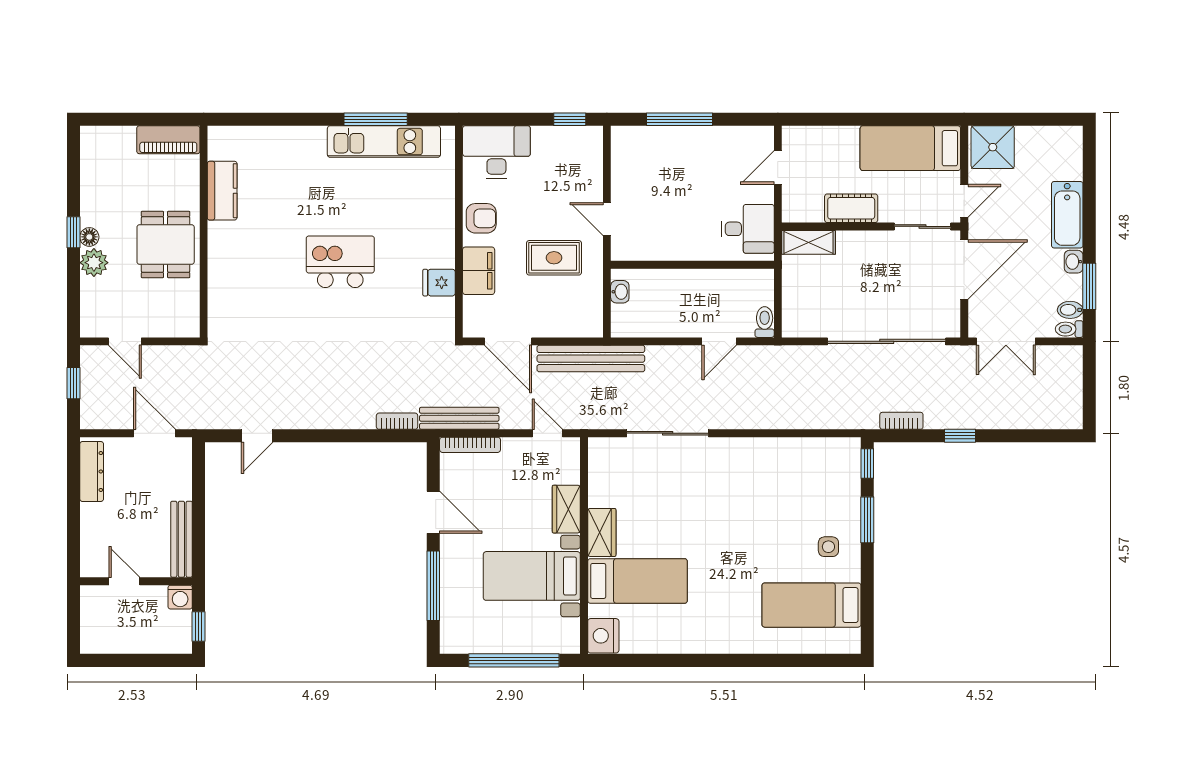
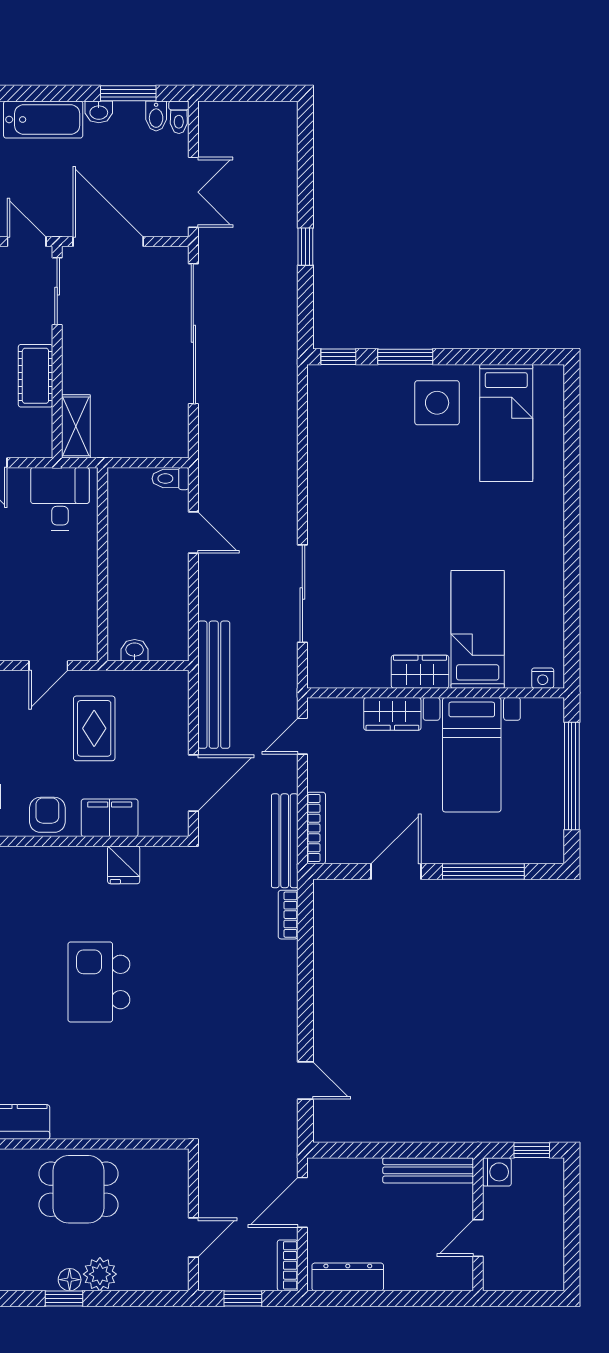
bookcase: (901, 421) -> (288, 1265), moved
side table: (828, 547) -> (437, 403), width x1.87, depth x1.87
nightstand: (603, 636) -> (543, 678), width x0.53, depth x0.56

